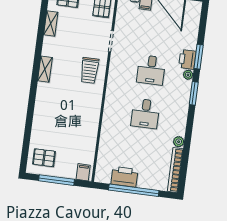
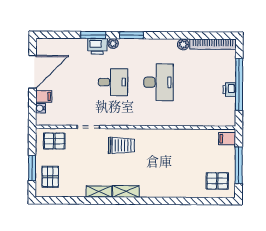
shelving: (51, 24) -> (99, 192), moved
desk: (145, 114) -> (159, 82), width x1.37
pallet: (44, 158) -> (217, 181), turned 90
printer: (124, 177) -> (229, 90), width x0.53, depth x0.68

